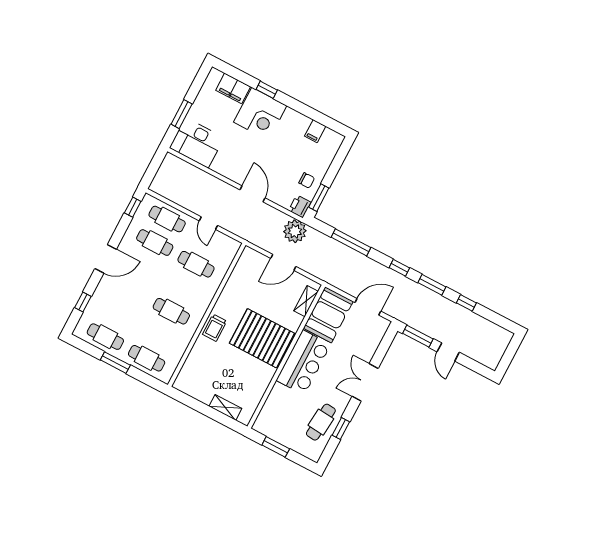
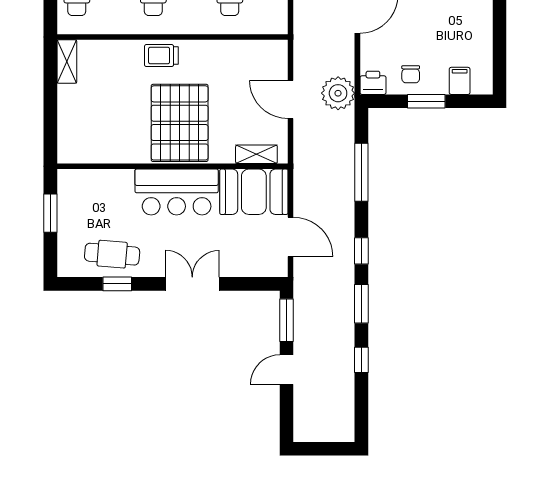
filing cabinet: (315, 131) -> (460, 81), moved, turned 90
window: (319, 198) -> (426, 101), moved
shelving: (225, 407) -> (67, 62), moved

